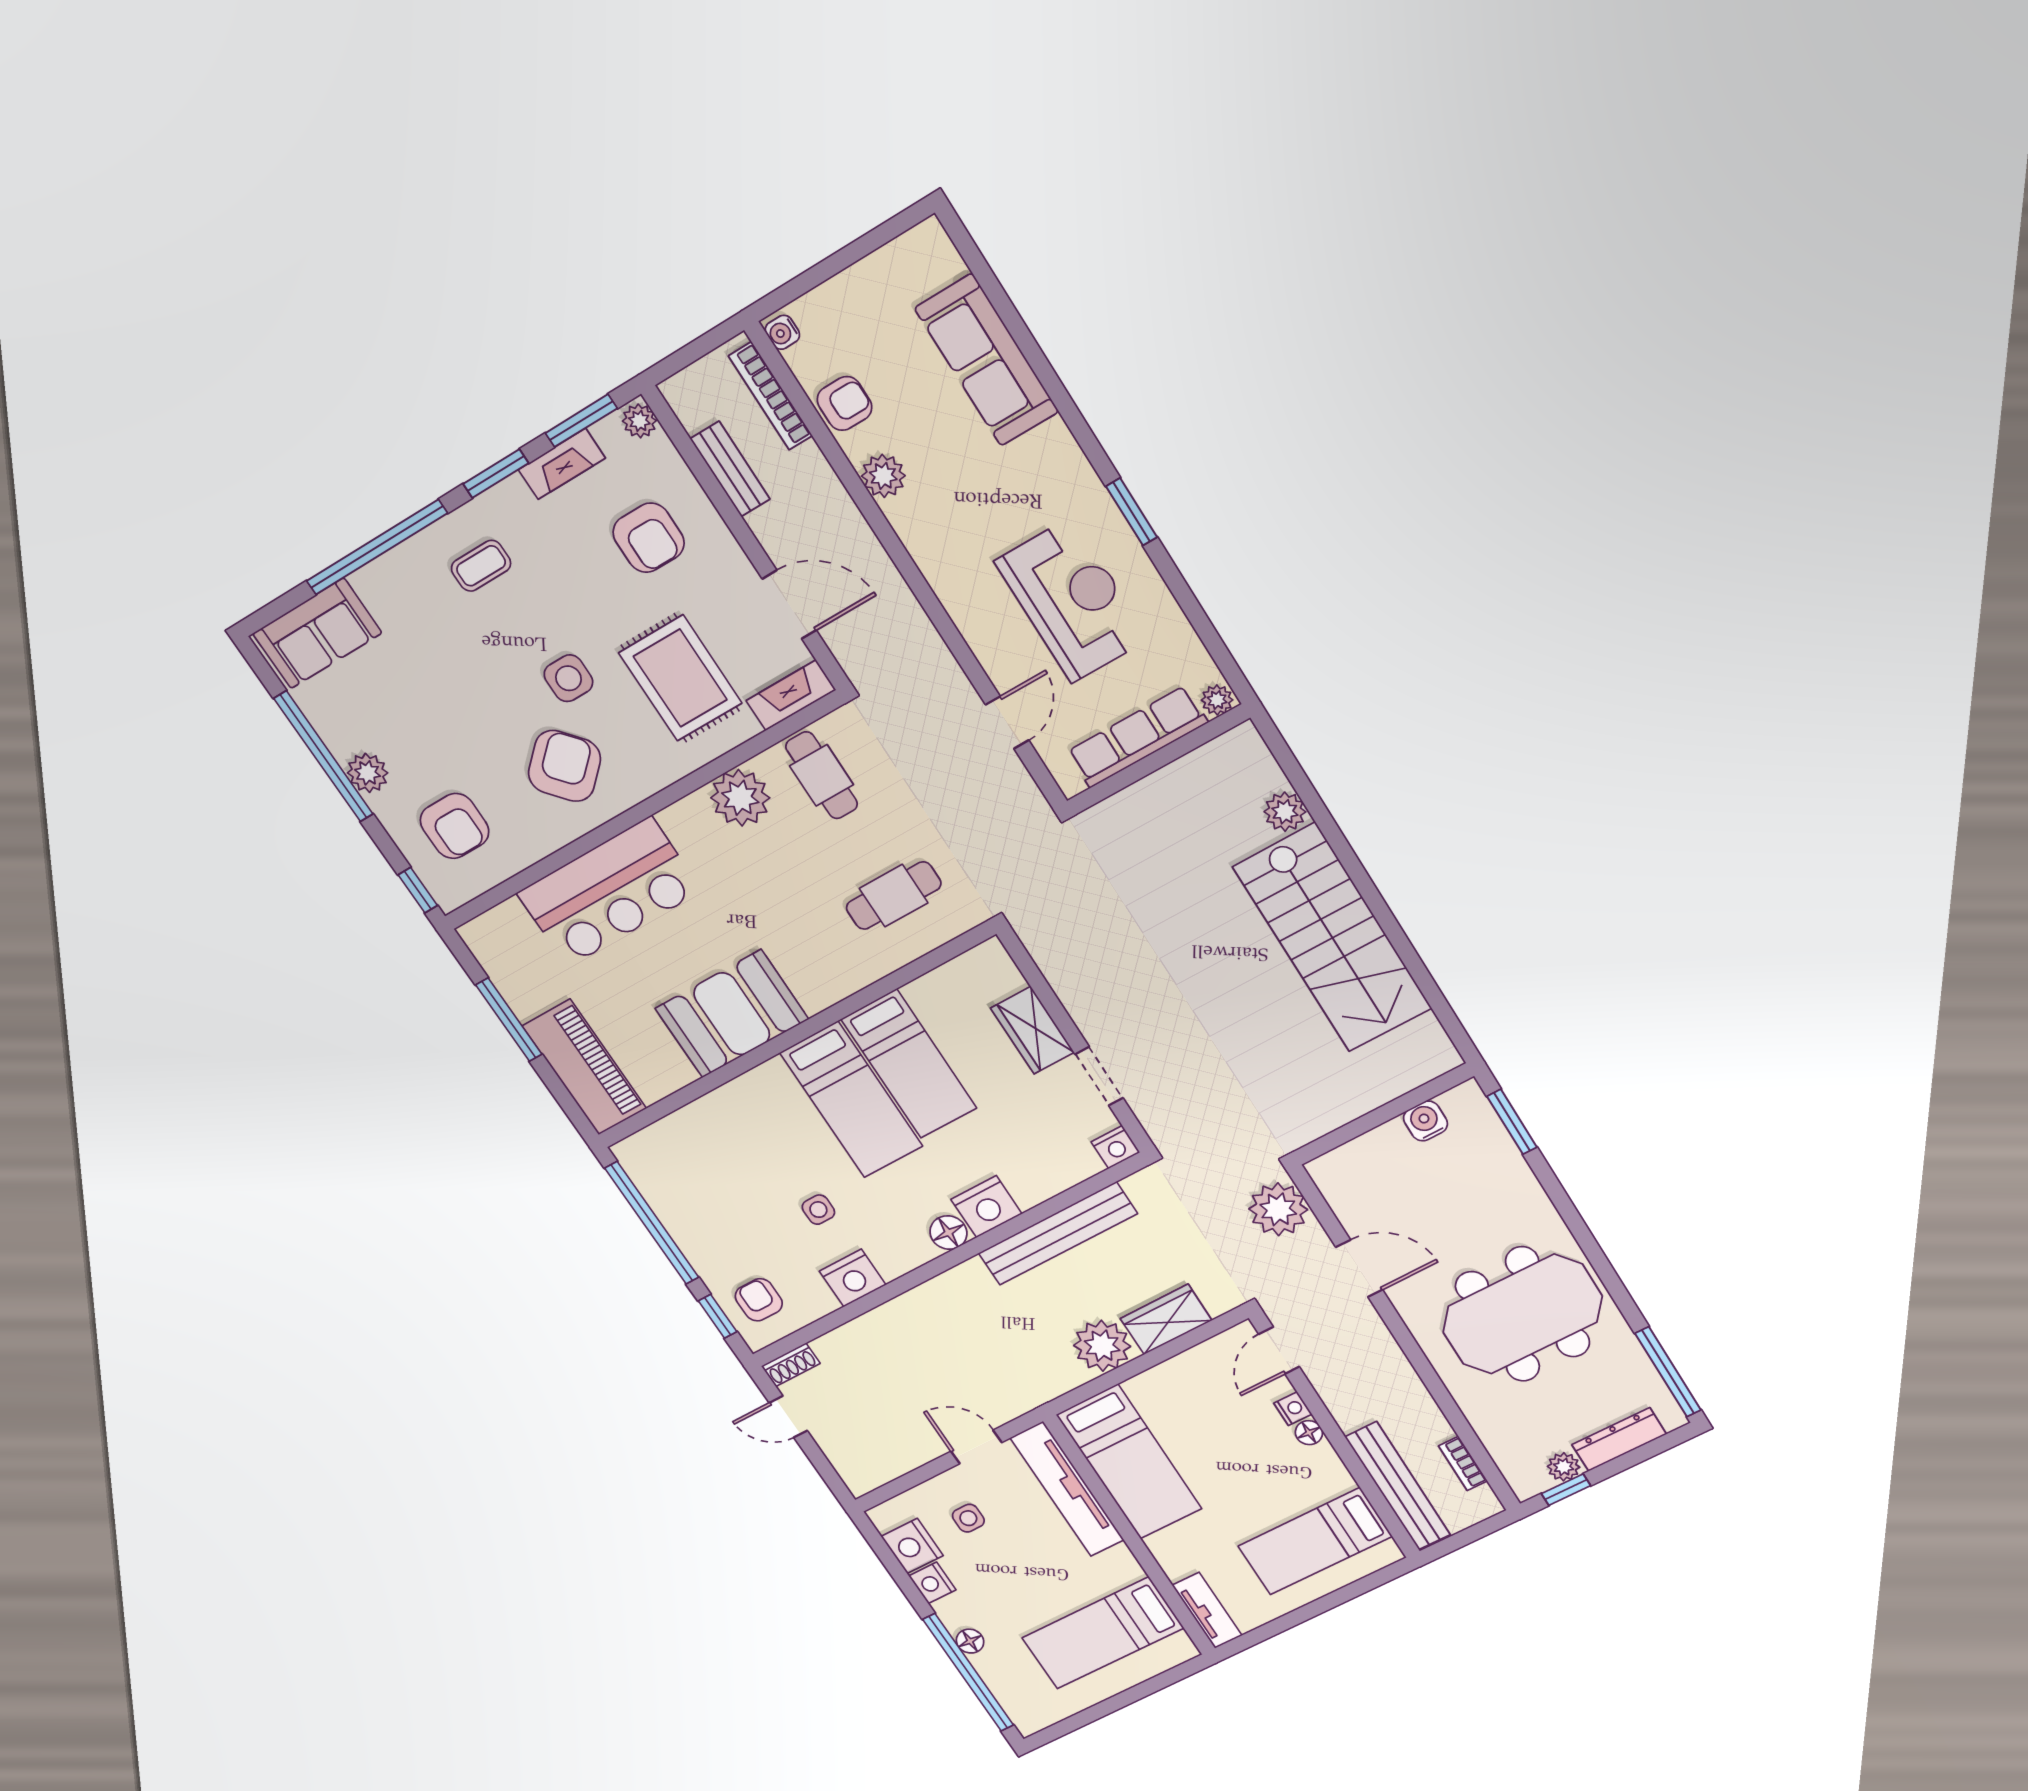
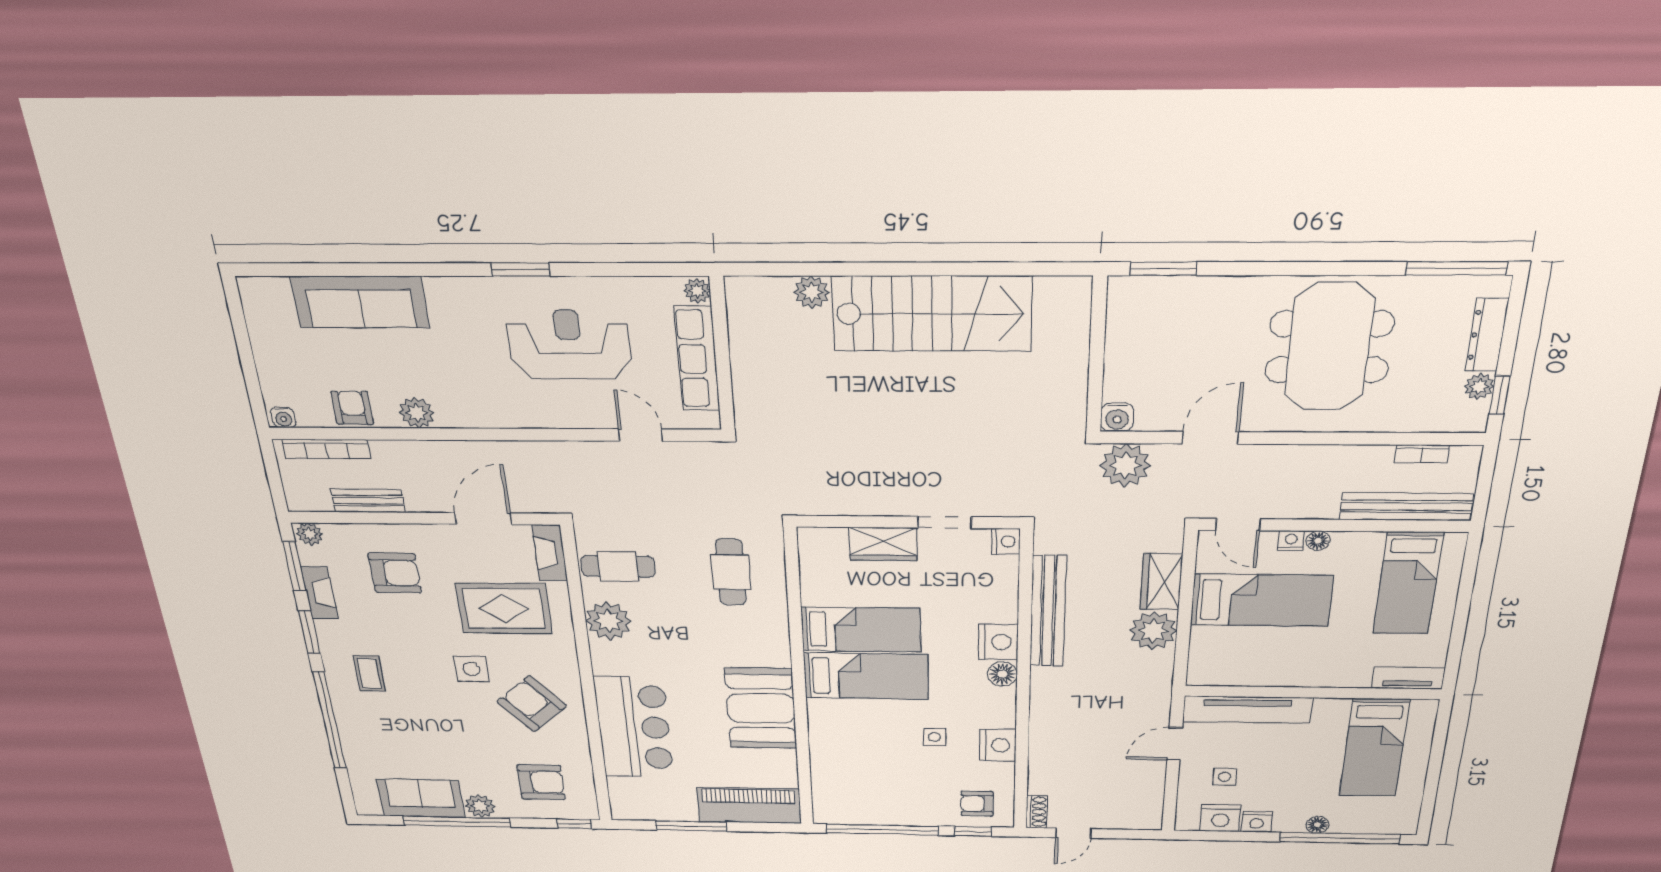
sofa: (317, 633) -> (421, 798), moved, turned -90
water cooler: (1425, 1121) -> (1117, 417), moved, turned -90
bed: (1129, 1462) -> (1261, 600), moved

